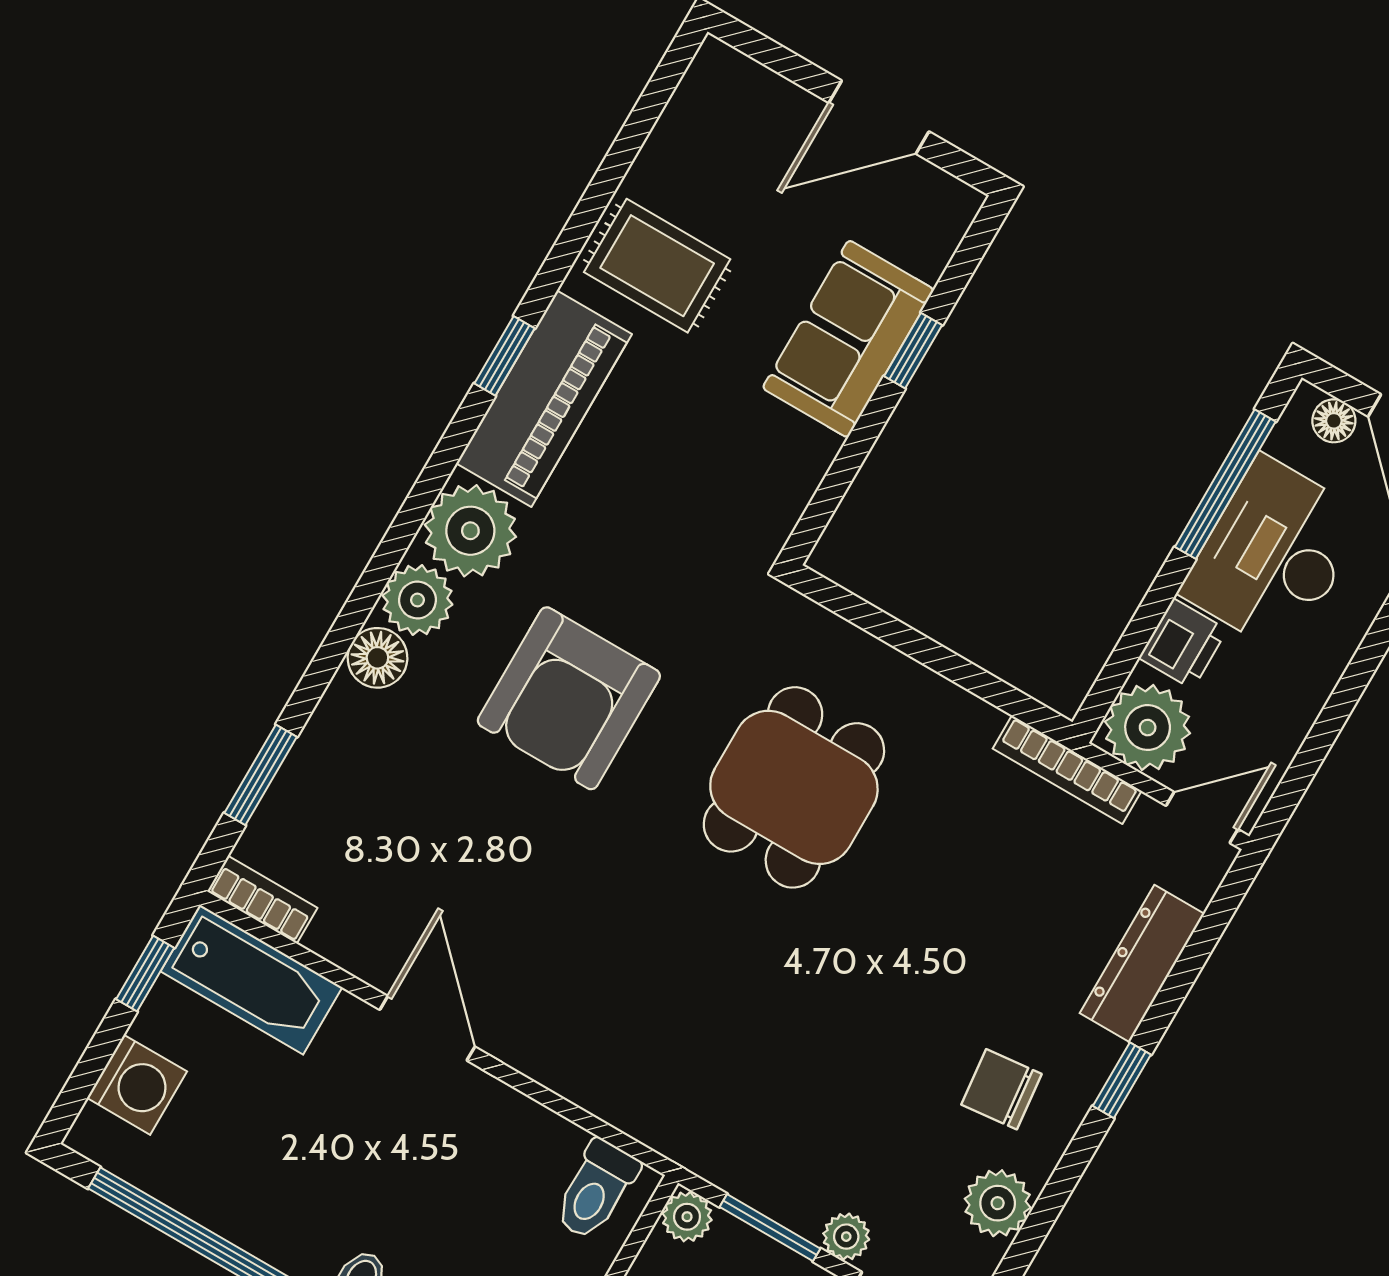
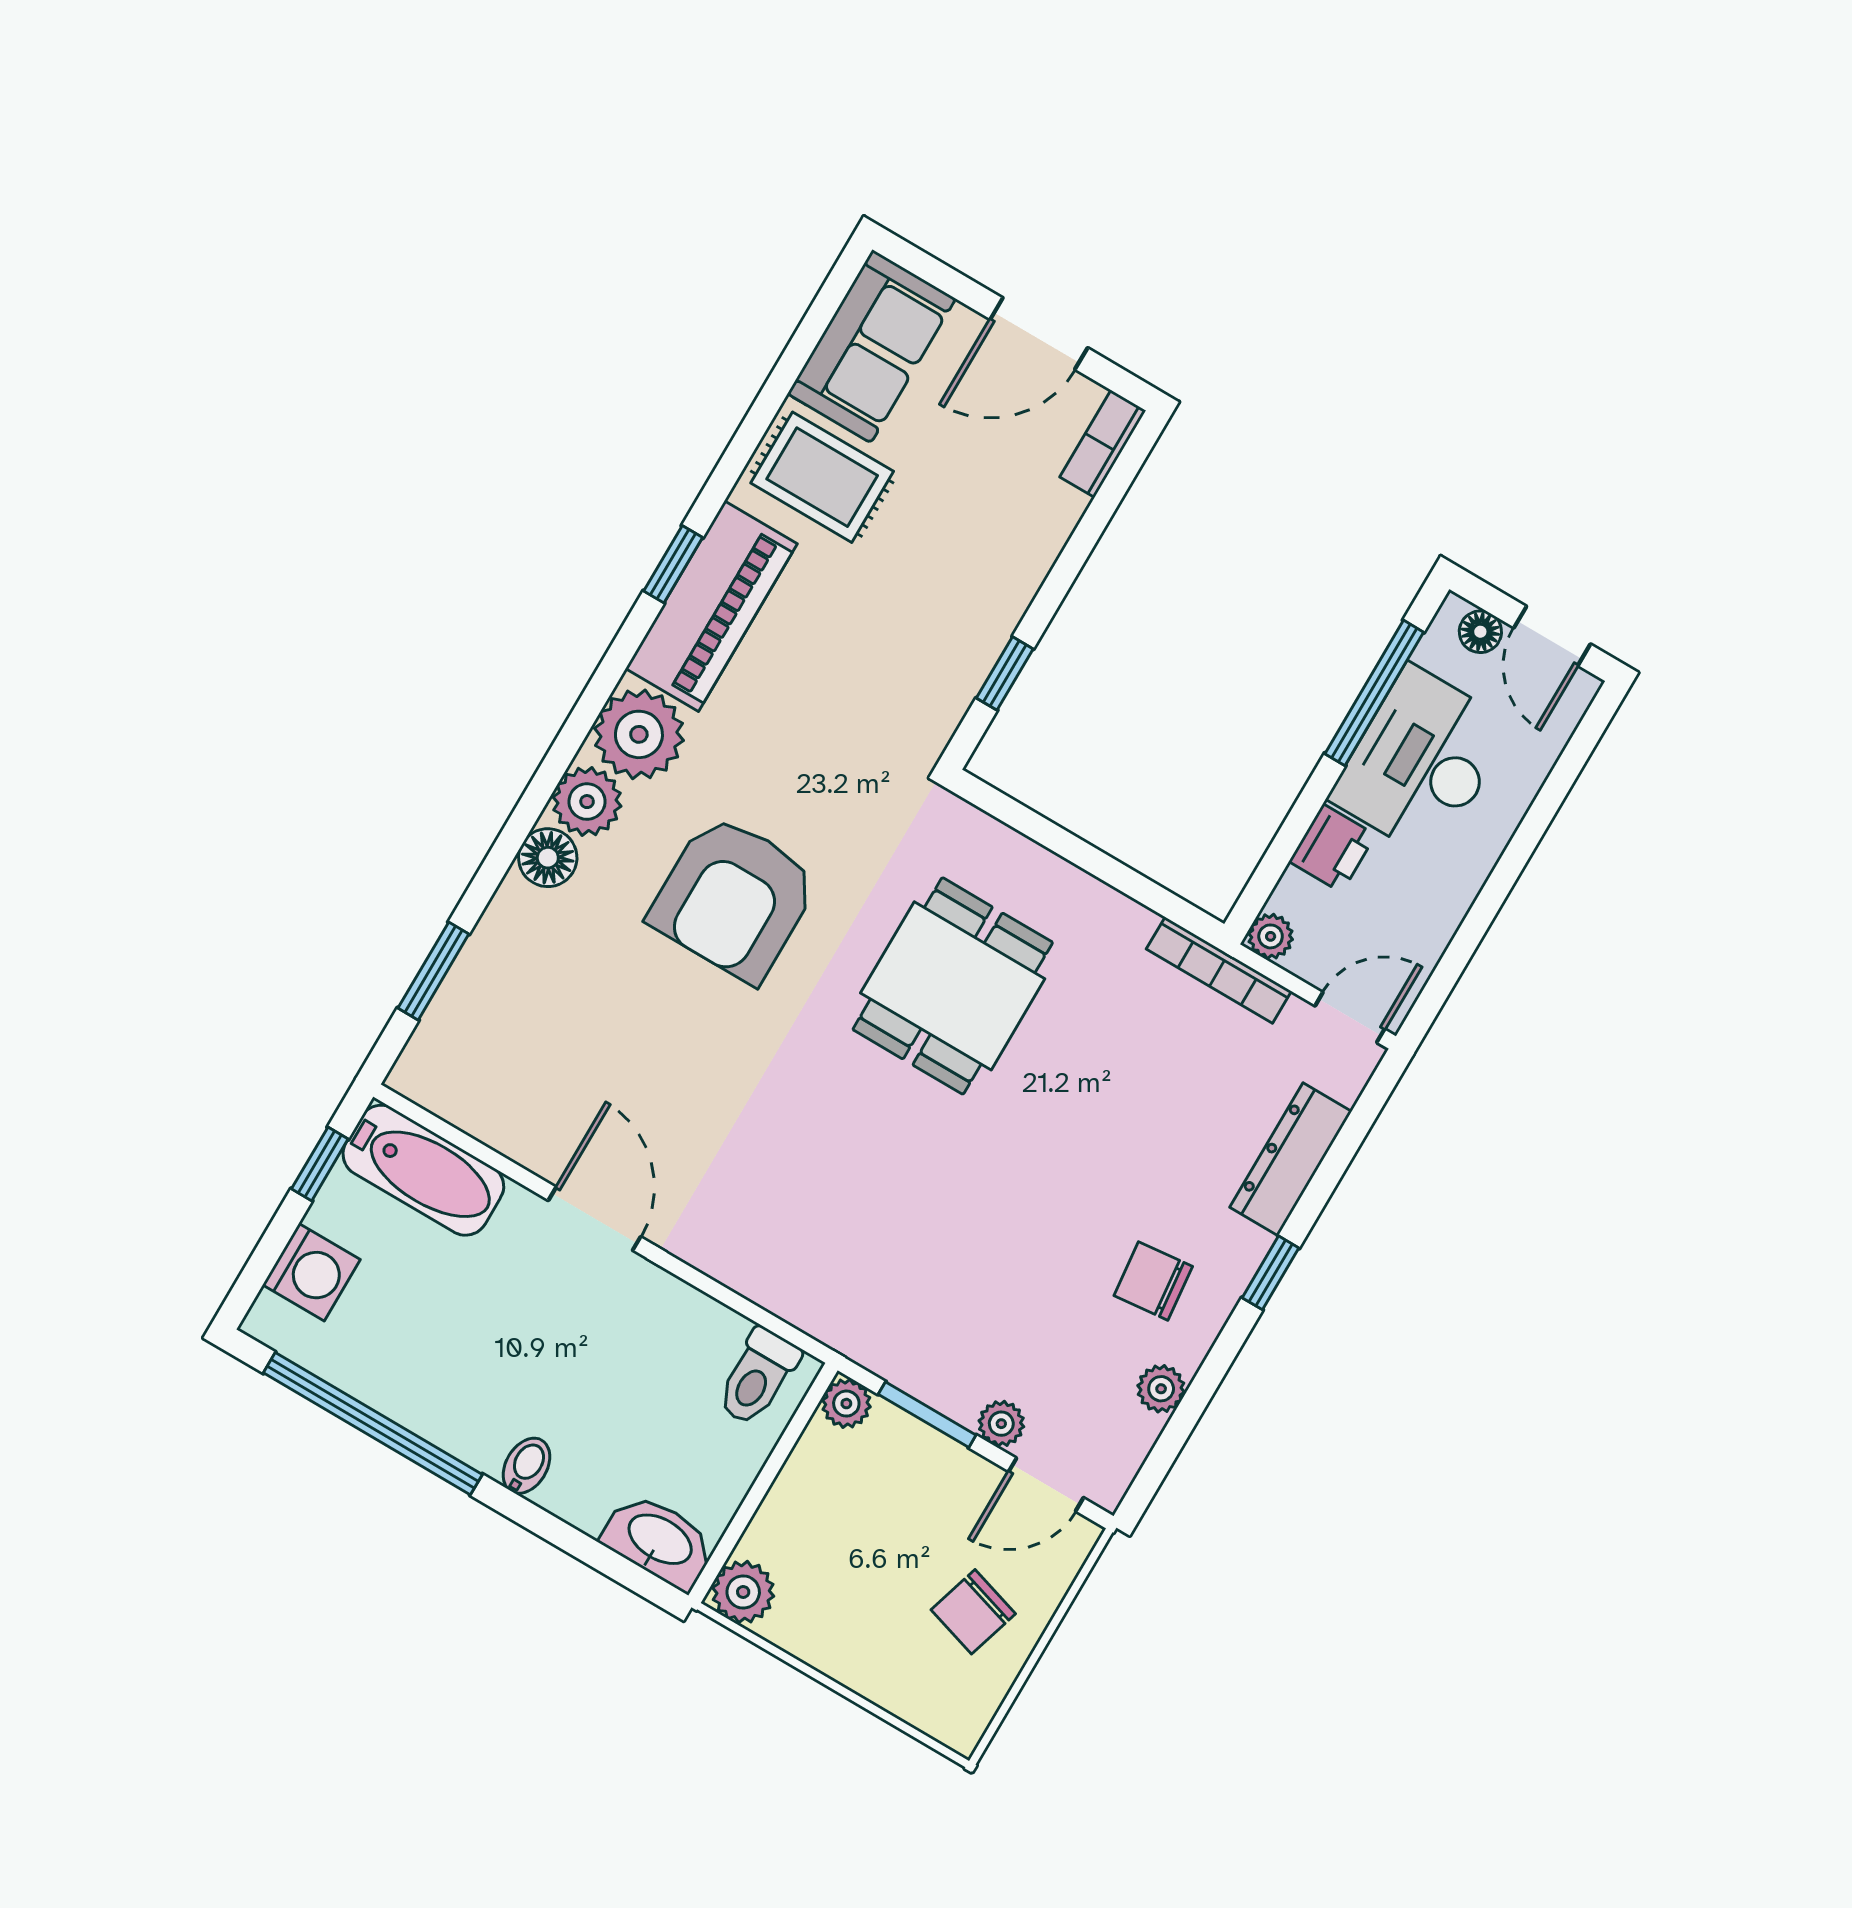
sofa: (848, 339) -> (872, 346), moved, turned 180
window: (913, 351) -> (1005, 673), moved
plant: (1148, 728) -> (1271, 936), width x0.53, depth x0.53
bookcase: (262, 900) -> (1103, 444), moved, turned -90
plant: (998, 1203) -> (1161, 1389), width x0.73, depth x0.73

